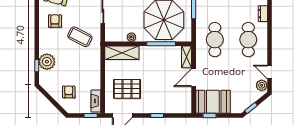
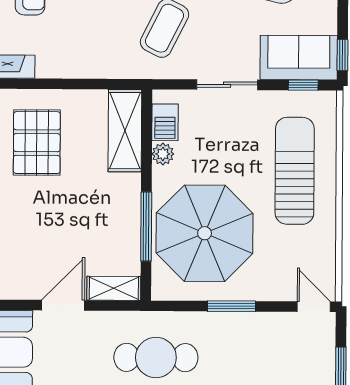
barbecue: (118, 36) -> (165, 122), added
door: (194, 78) -> (63, 305), hinge flipped

